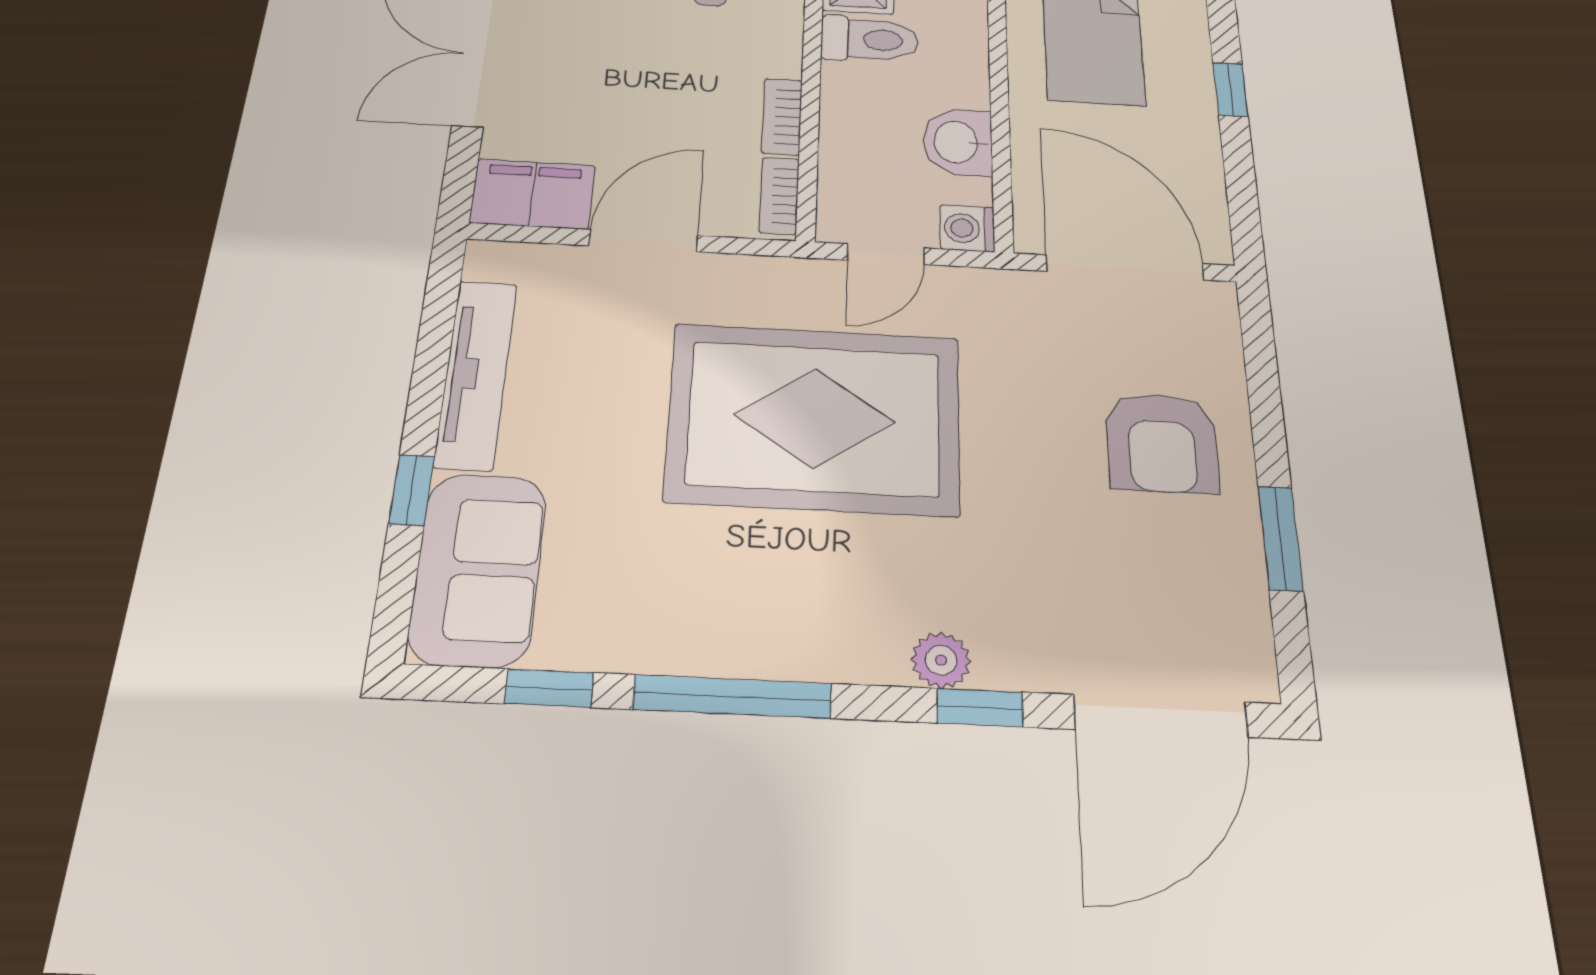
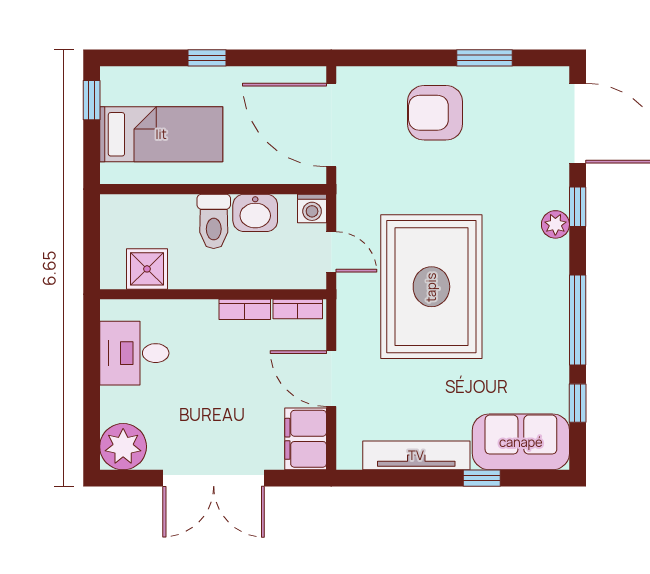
toilet: (870, 39) -> (214, 221), moved, turned 180
door: (1125, 267) -> (331, 125), hinge flipped
armchair: (1162, 443) -> (435, 113), turned 180

